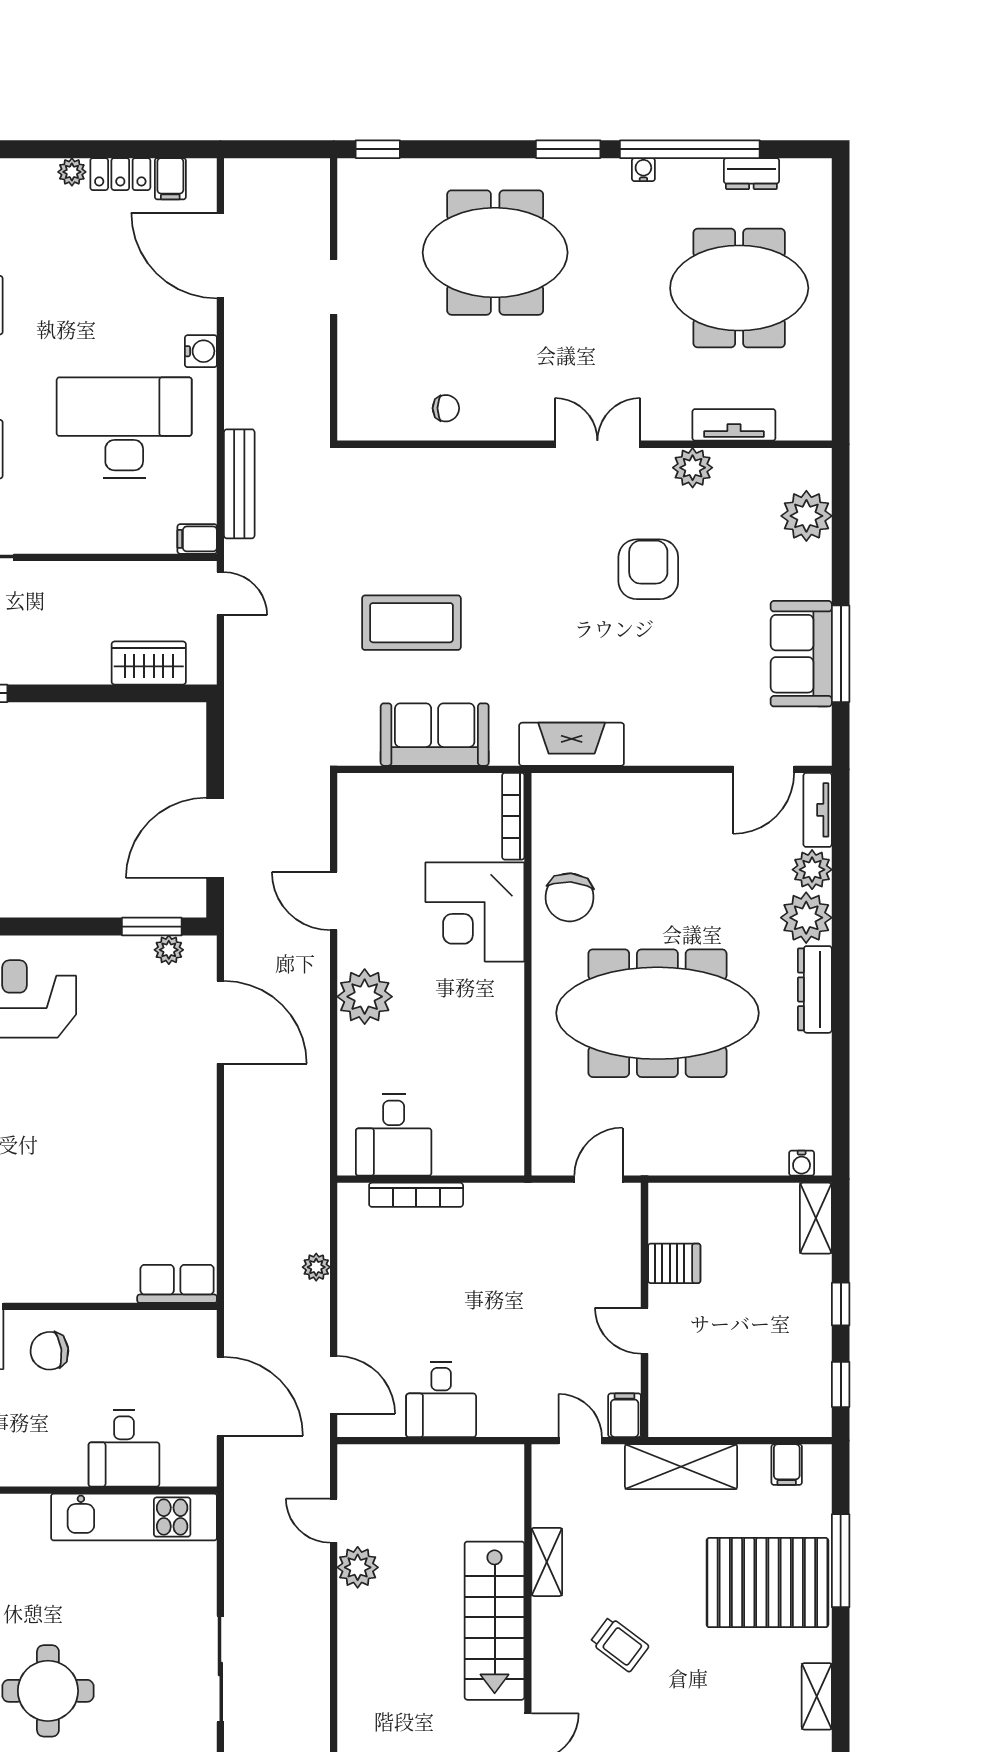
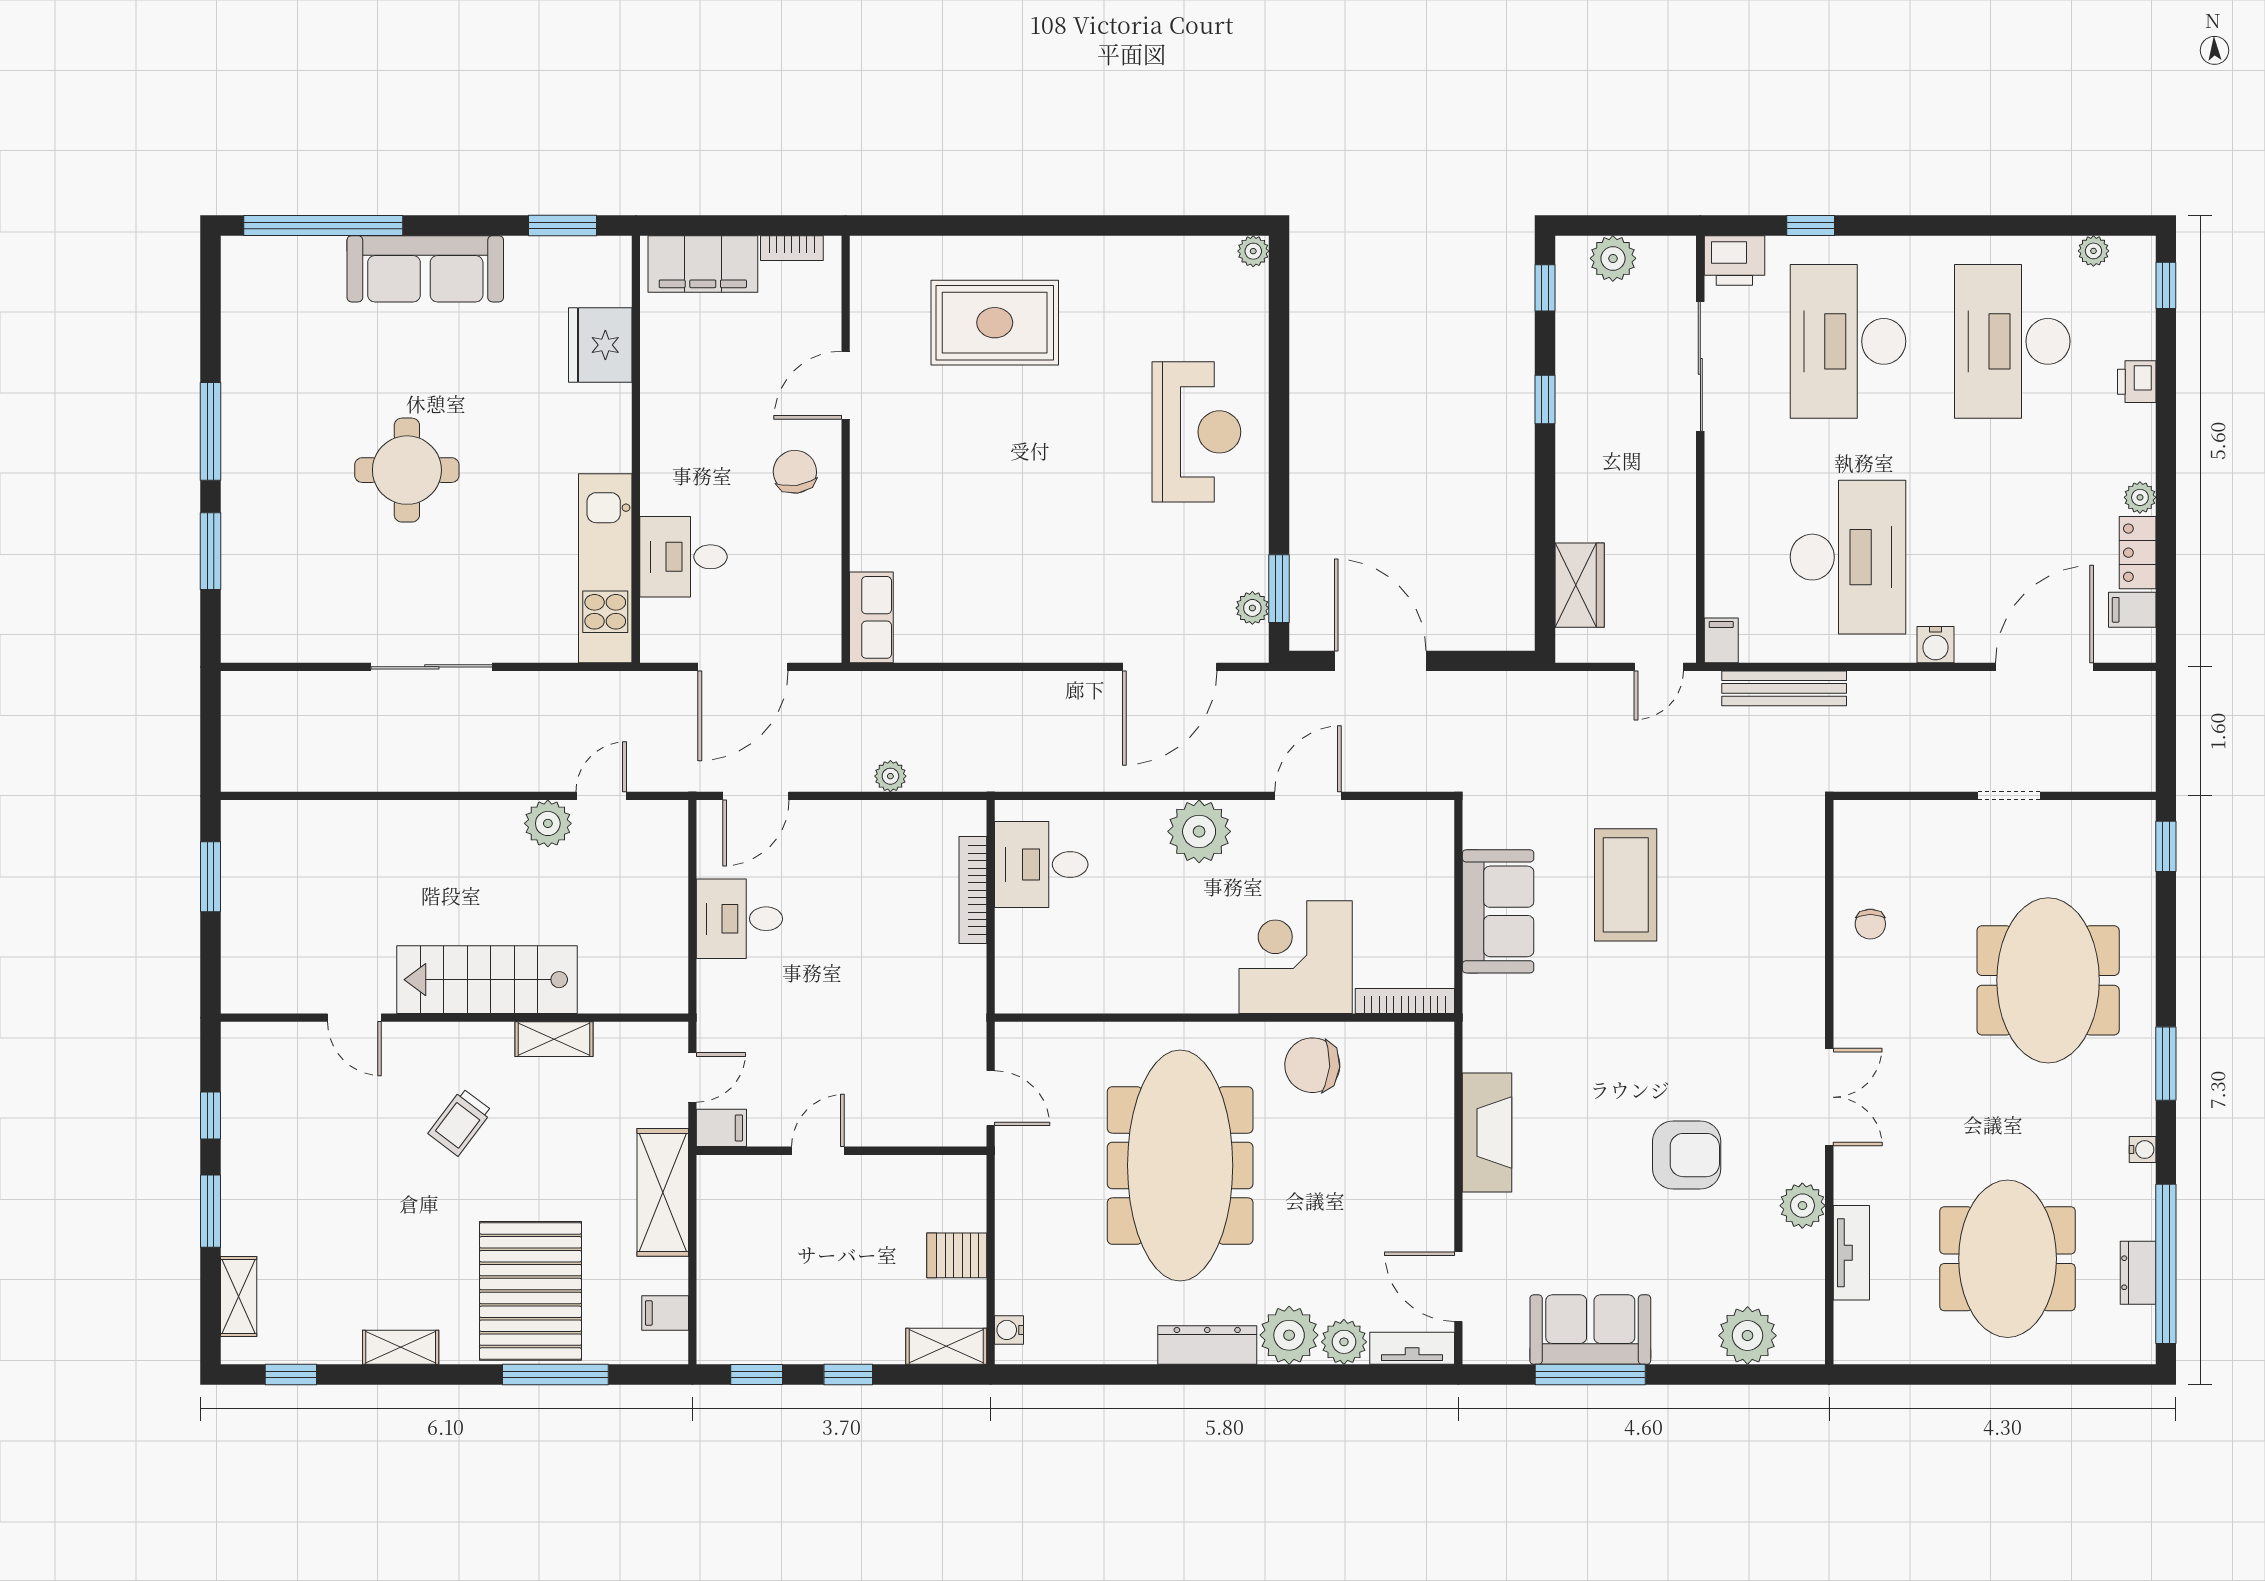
window: (690, 149) -> (2166, 1264), moved
fireplace: (572, 744) -> (1487, 1133), moved
server rack: (674, 1263) -> (957, 1255), moved, turned 90

